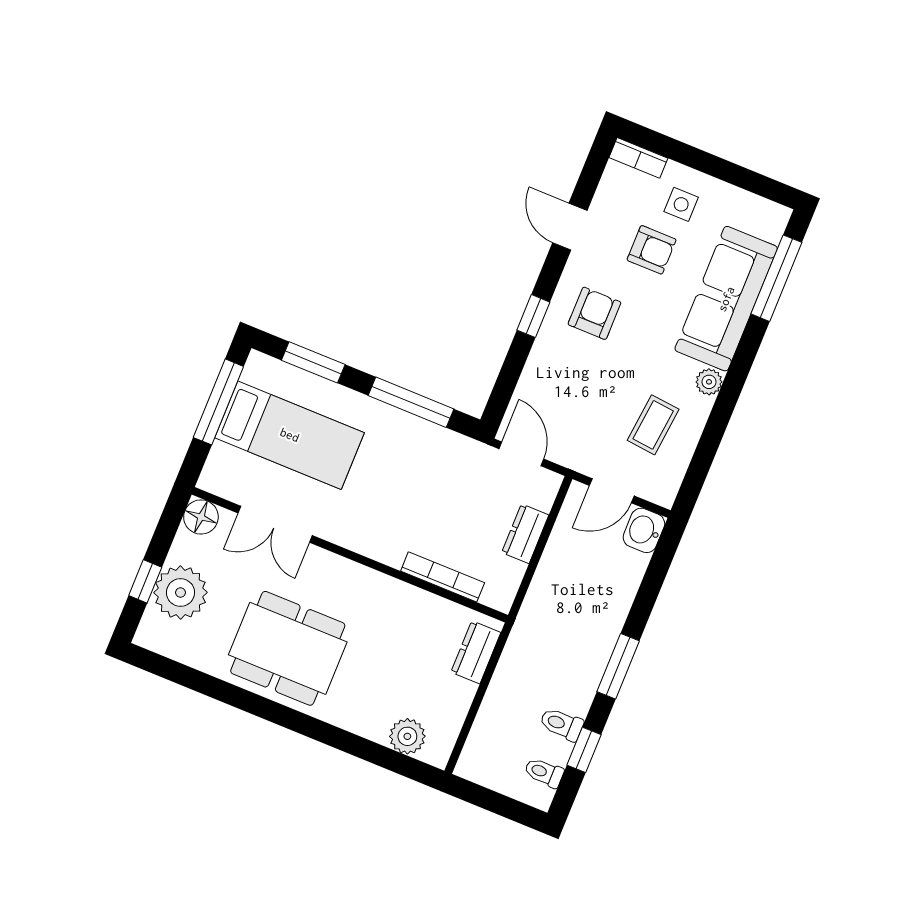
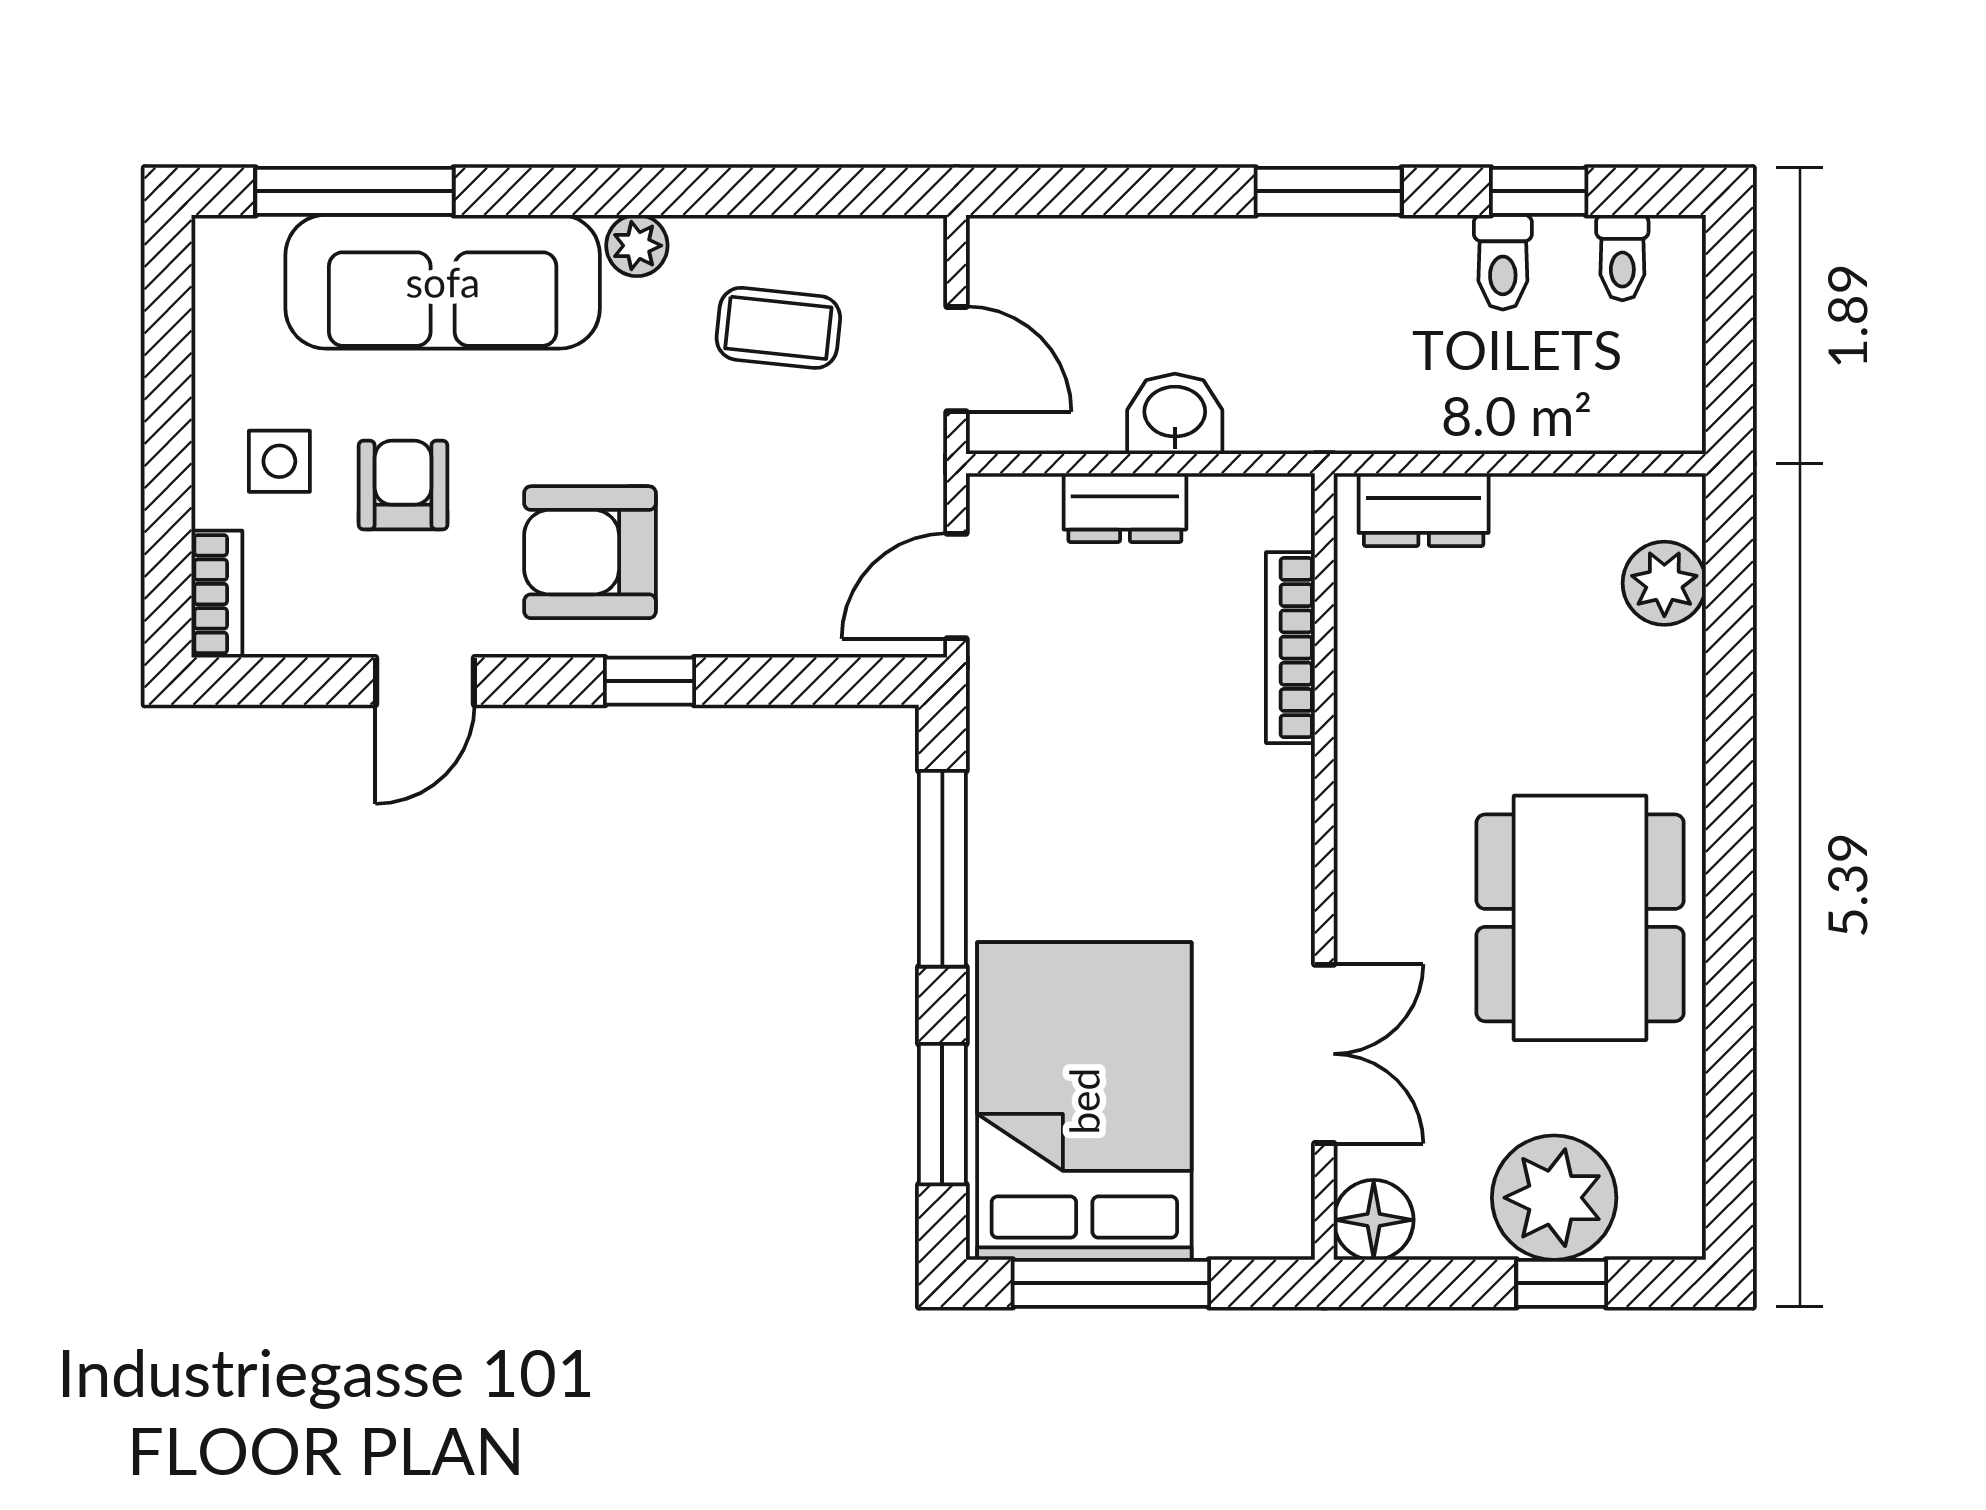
armchair: (594, 313) -> (590, 552), width x1.38, depth x1.38
bed: (290, 435) -> (1084, 1101), width x1.50
washbasin: (644, 530) -> (1175, 414), moved, turned 180

